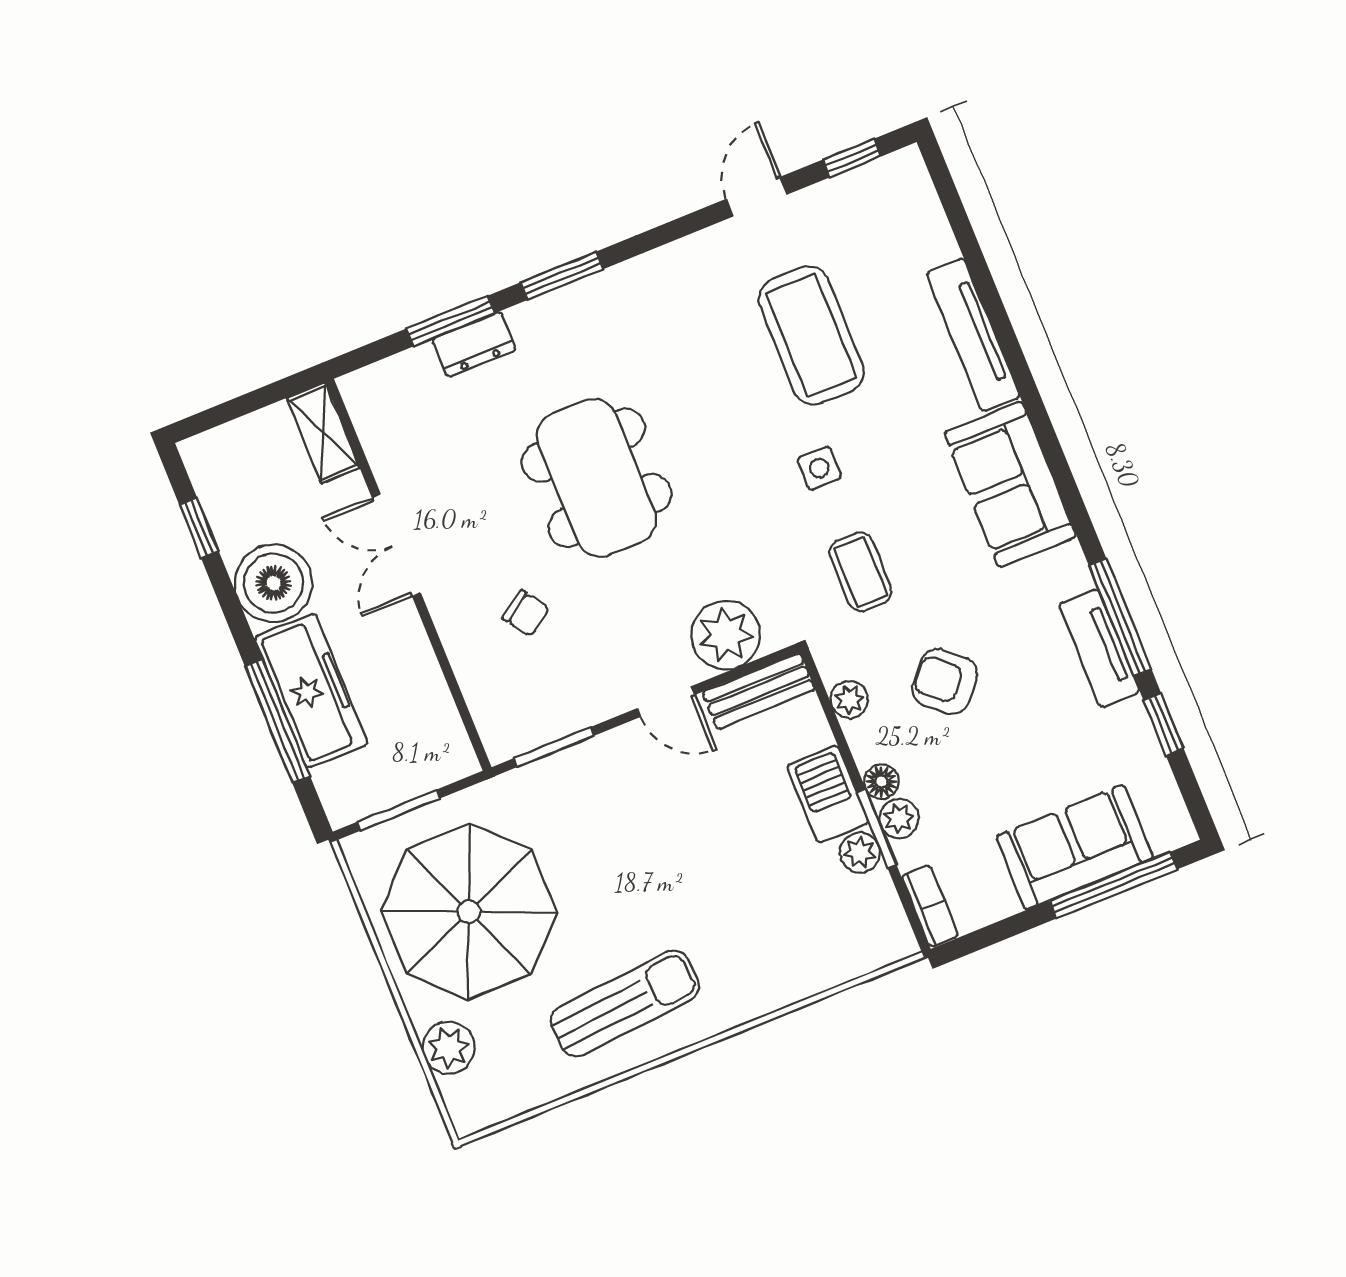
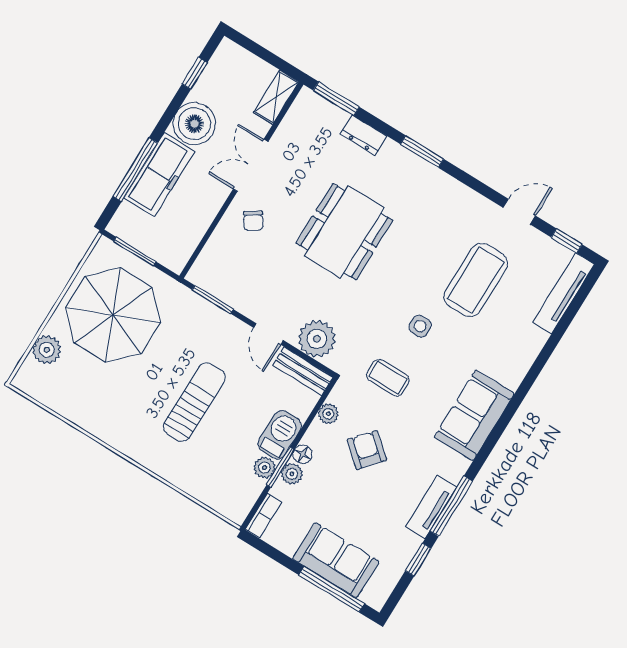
window: (451, 321) -> (336, 99), moved
tv unit: (973, 335) -> (564, 293), moved
coffee table: (861, 572) -> (388, 378), turned 90
chair: (526, 613) -> (253, 221), moved
sun lounger: (625, 1004) -> (194, 402), moved, turned -85

